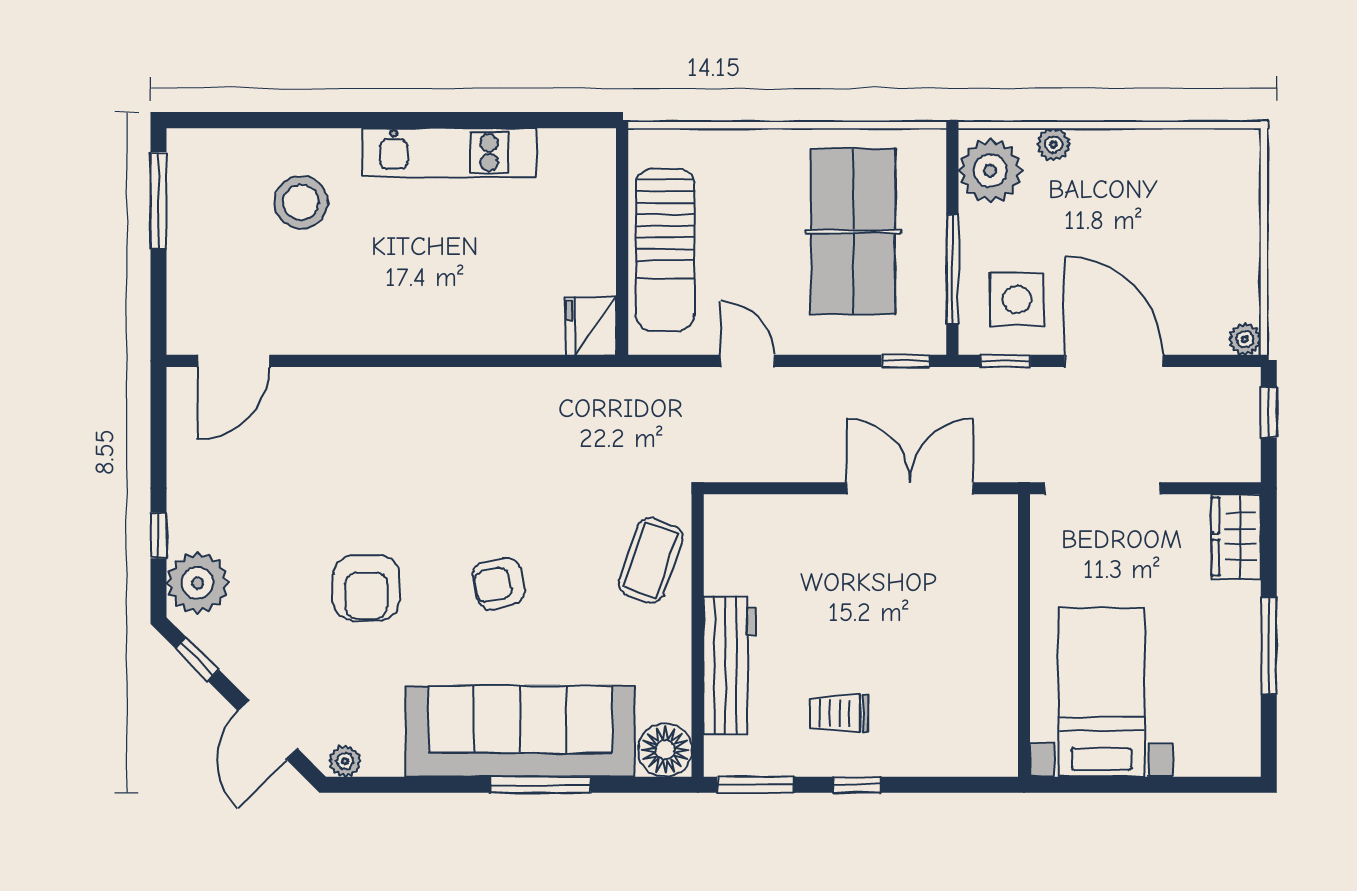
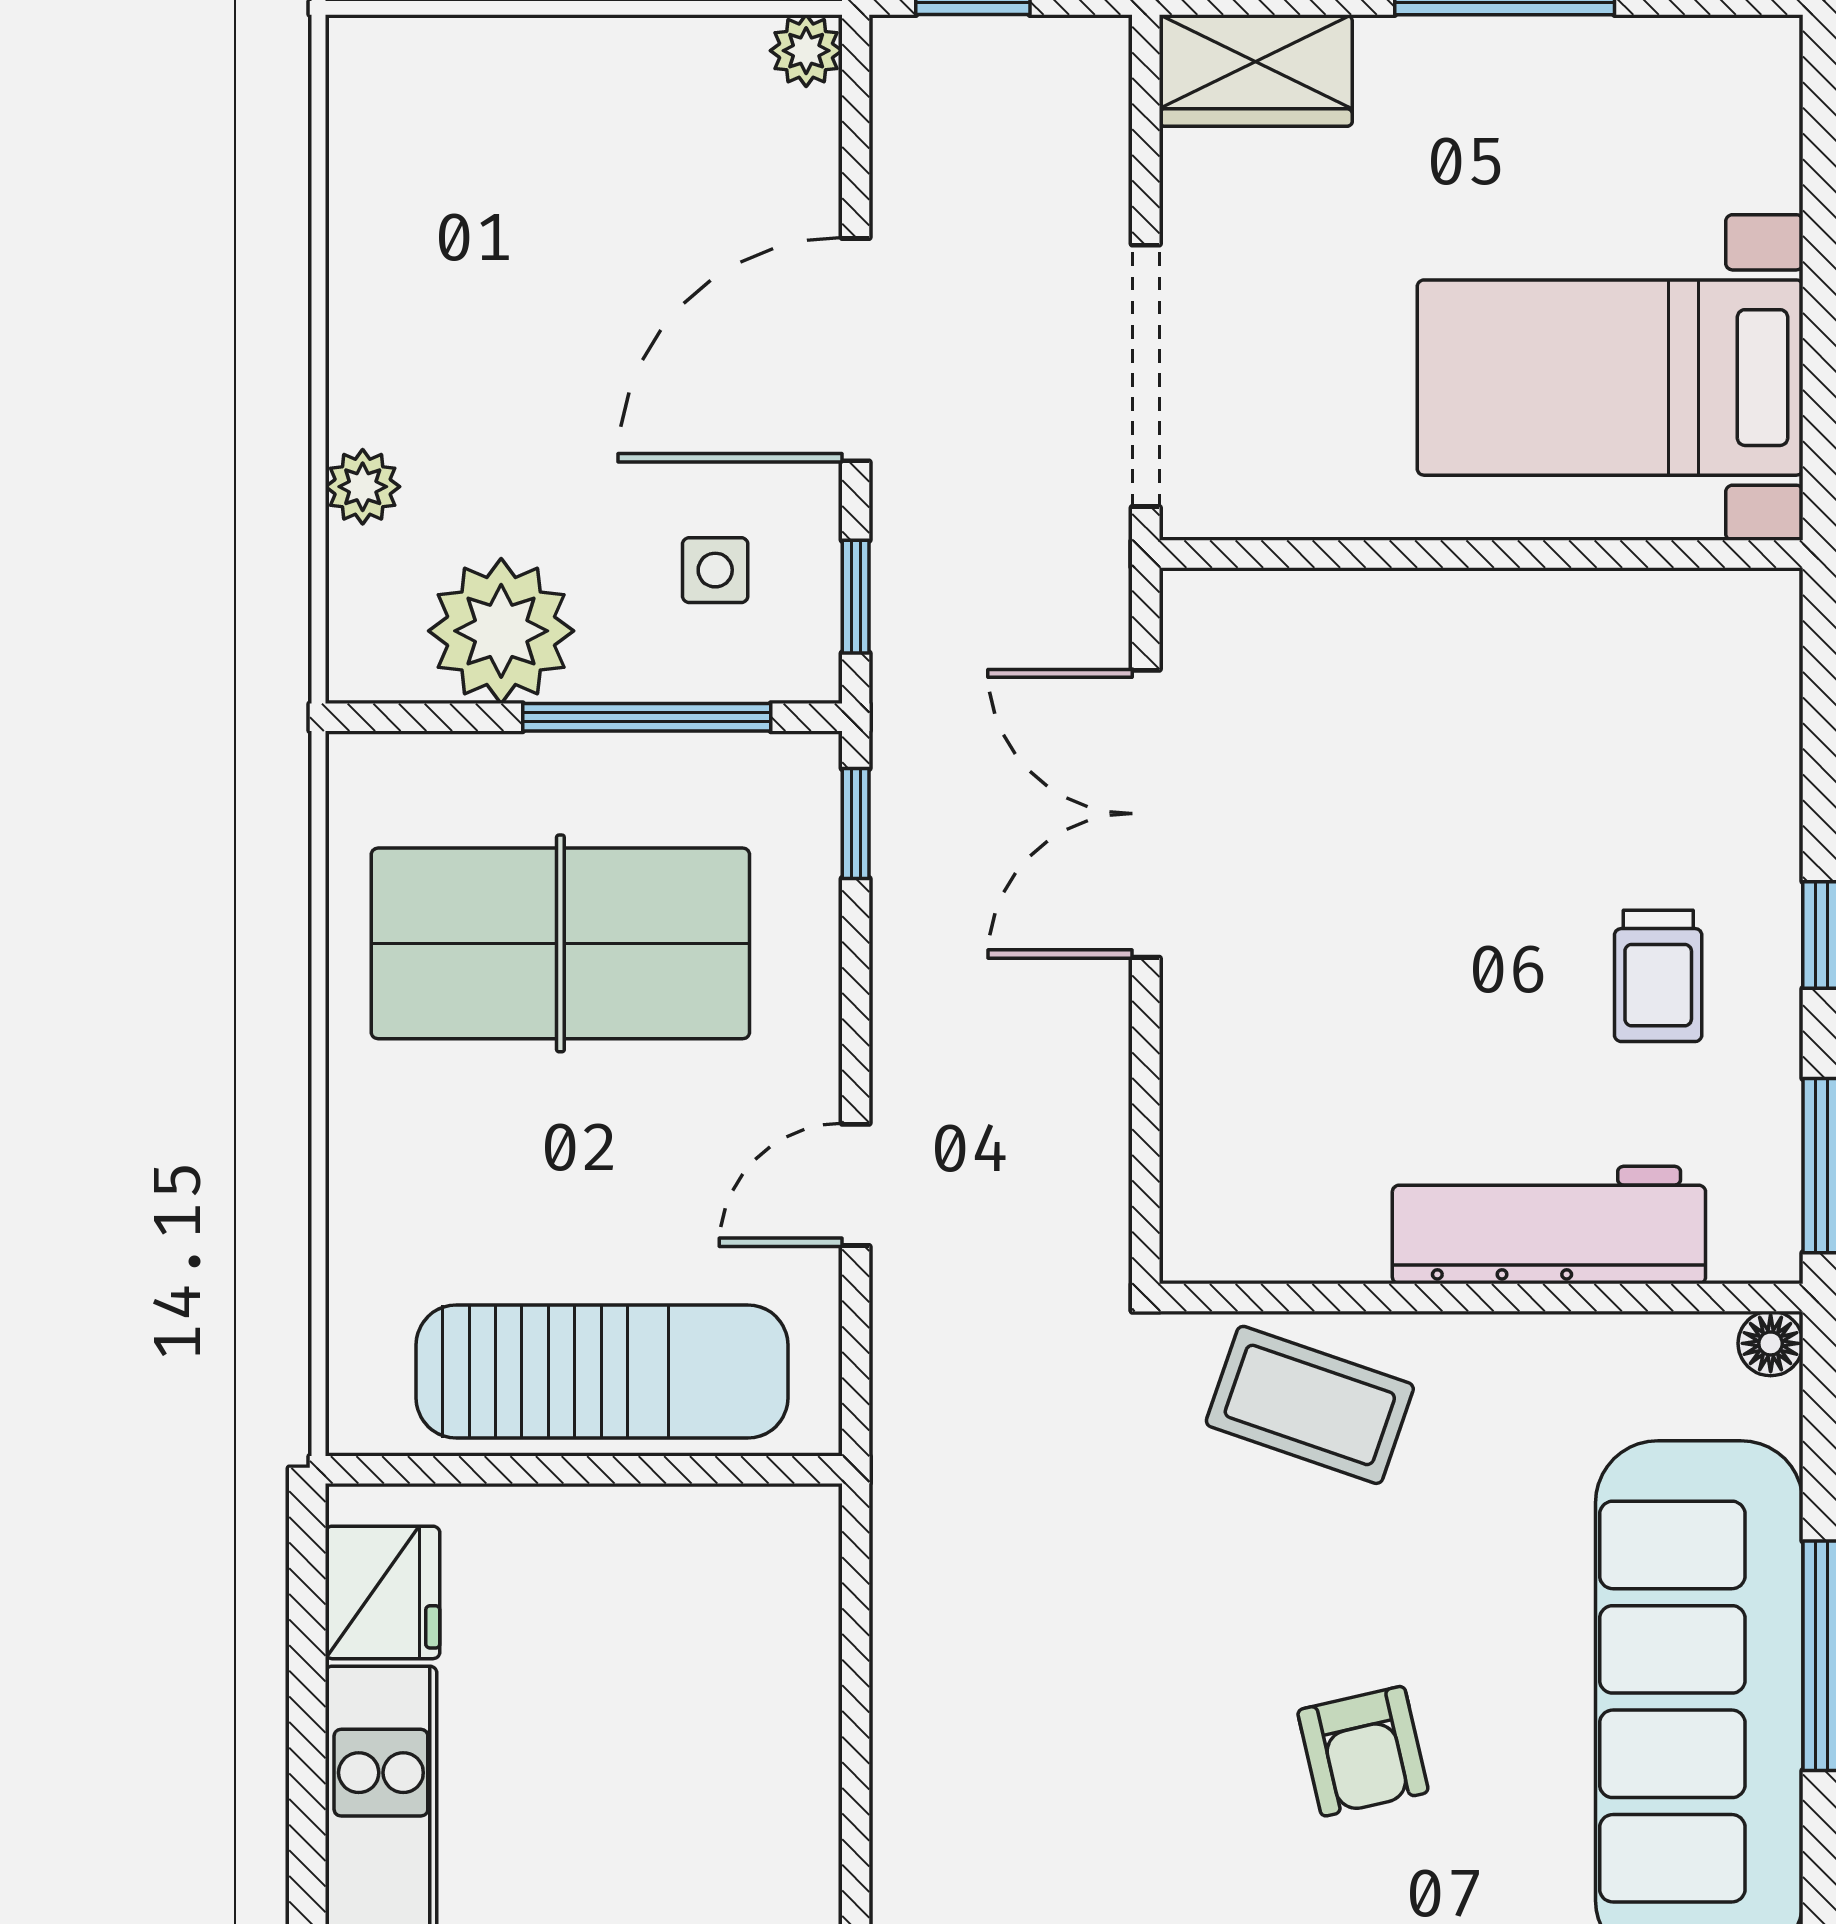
plant: (990, 170) -> (501, 631), moved
side table: (1017, 299) -> (715, 570), width x0.54, depth x0.54
fridge: (591, 326) -> (382, 1592), moved, turned -90
floor lamp: (665, 750) -> (1771, 1343), width x0.53, depth x0.53

